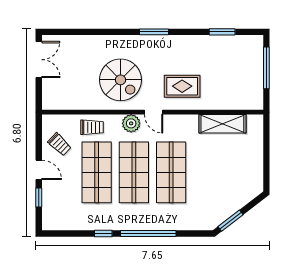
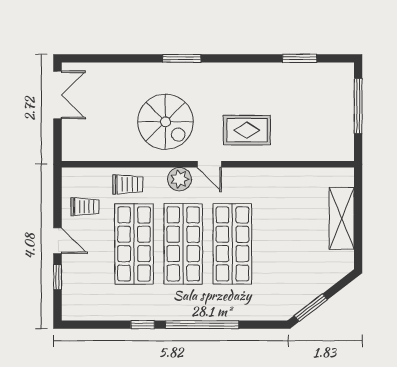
window: (154, 32) -> (182, 58), moved
shelving: (222, 124) -> (342, 218), moved, turned 90
trolley: (59, 144) -> (85, 207), turned -44

